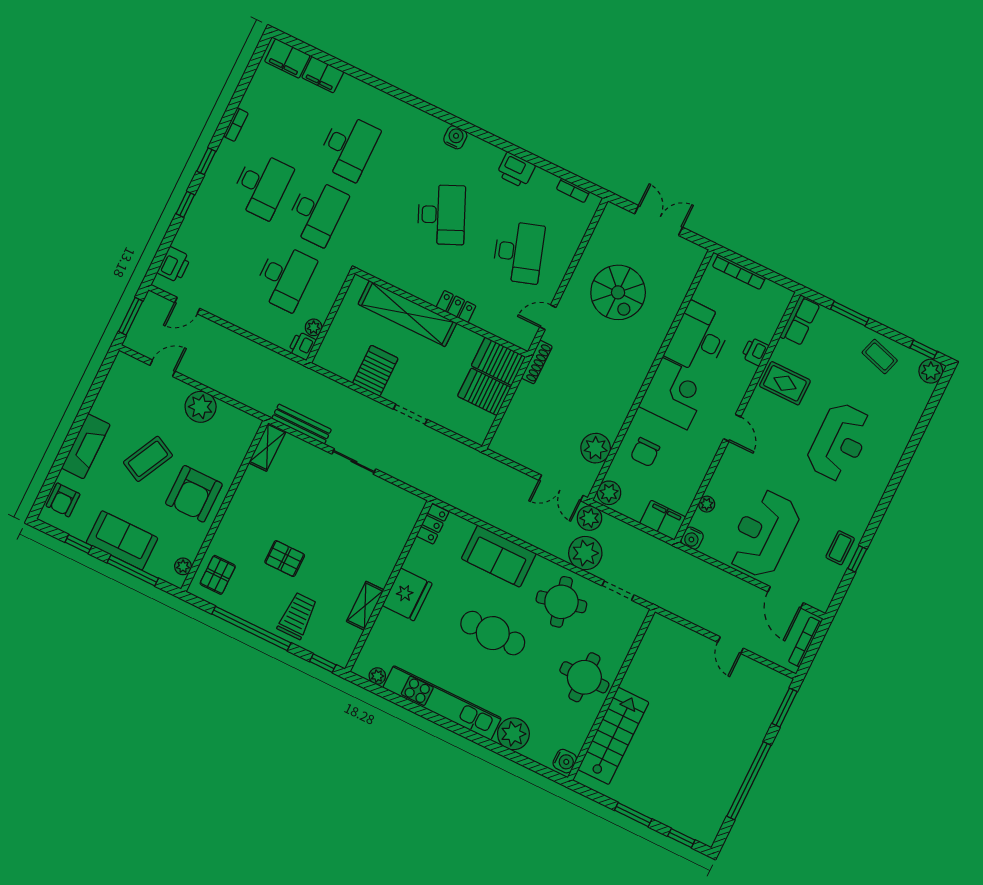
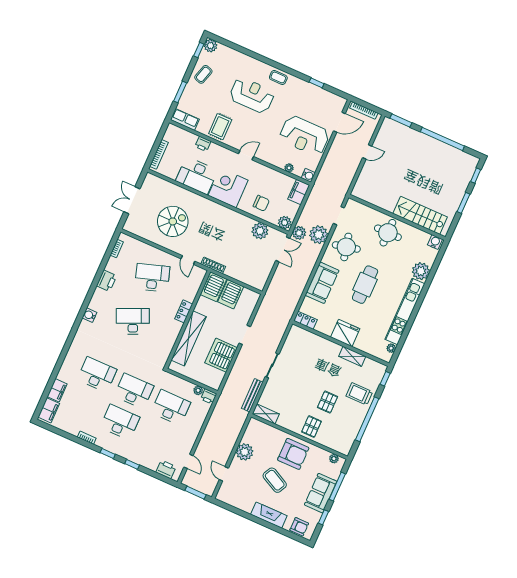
server rack: (375, 371) -> (221, 355), width x1.60
coffee table: (840, 548) -> (278, 77), moved
pallet: (218, 575) -> (311, 427), moved, turned 90

